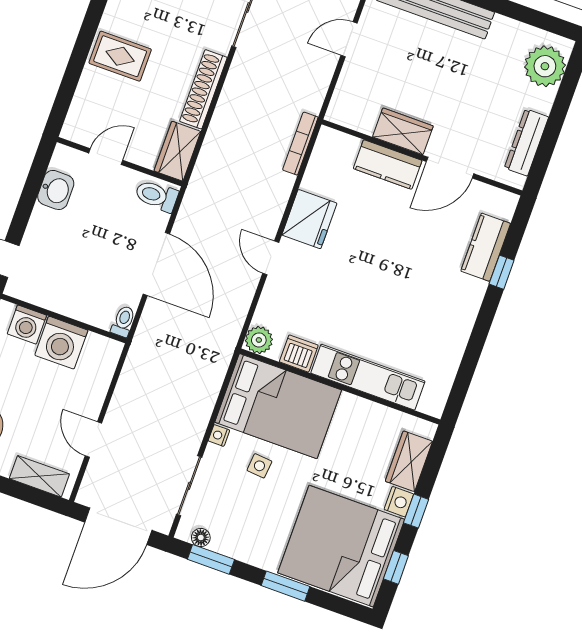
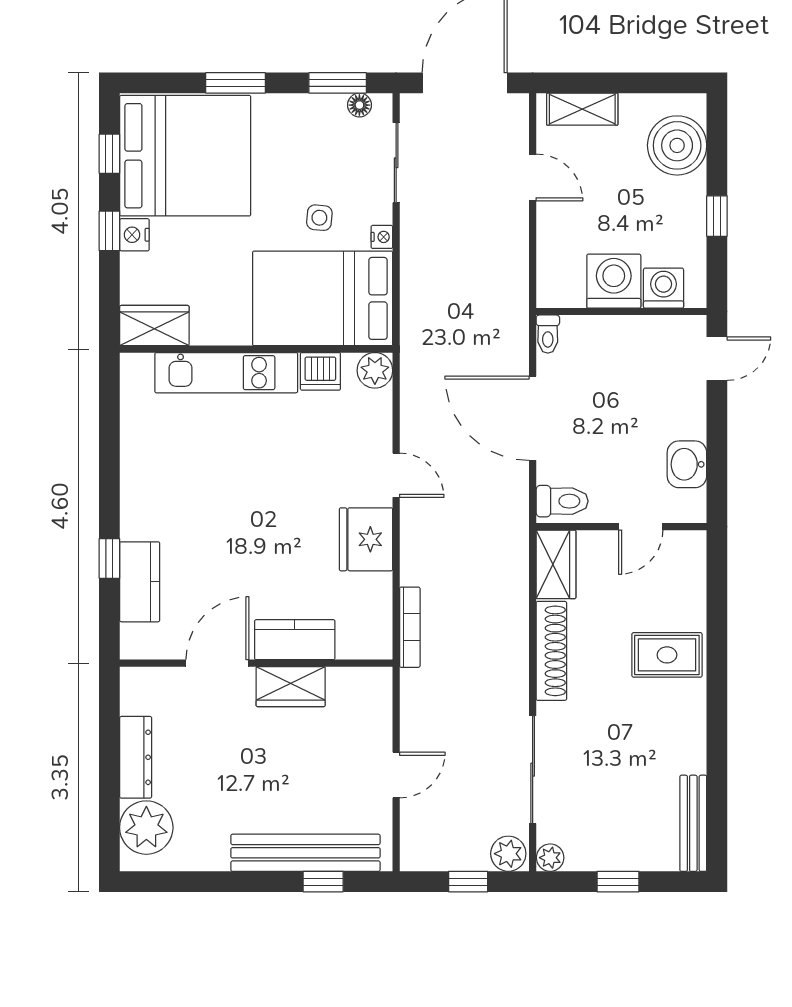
dresser: (526, 142) -> (136, 757), moved
wardrobe: (409, 461) -> (154, 326), moved, turned -90

